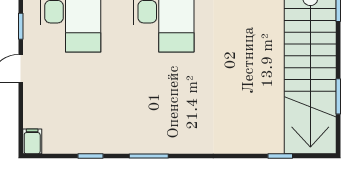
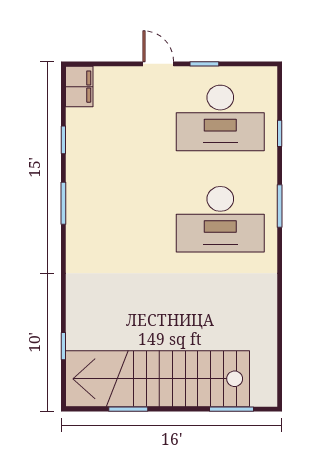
filing cabinet: (32, 141) -> (79, 87), width x2.00

